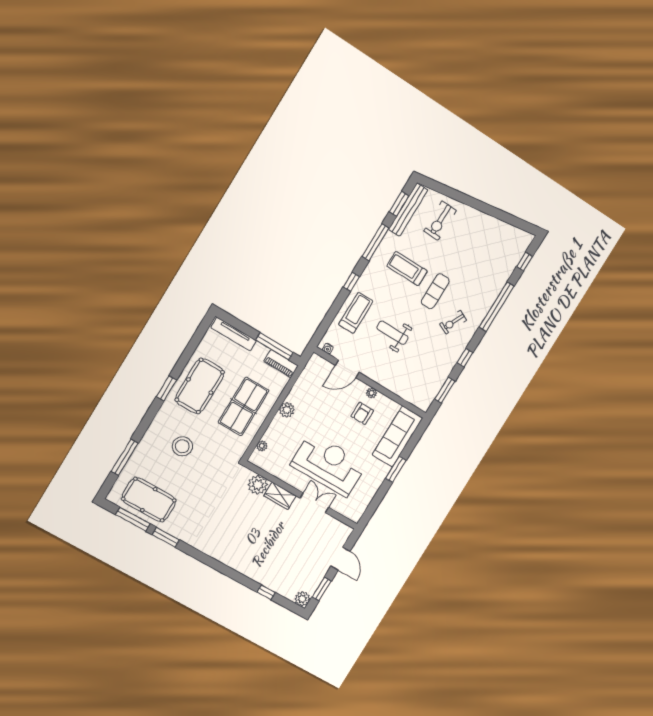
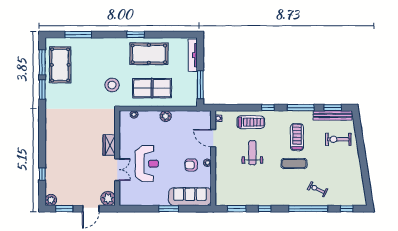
exercise bike: (453, 322) -> (317, 189), moved
piano: (281, 364) -> (192, 95), removed
stool: (182, 446) -> (112, 85), moved
reception desk: (329, 464) -> (147, 164), width x0.74, depth x0.77
plant: (258, 485) -> (108, 198), moved

